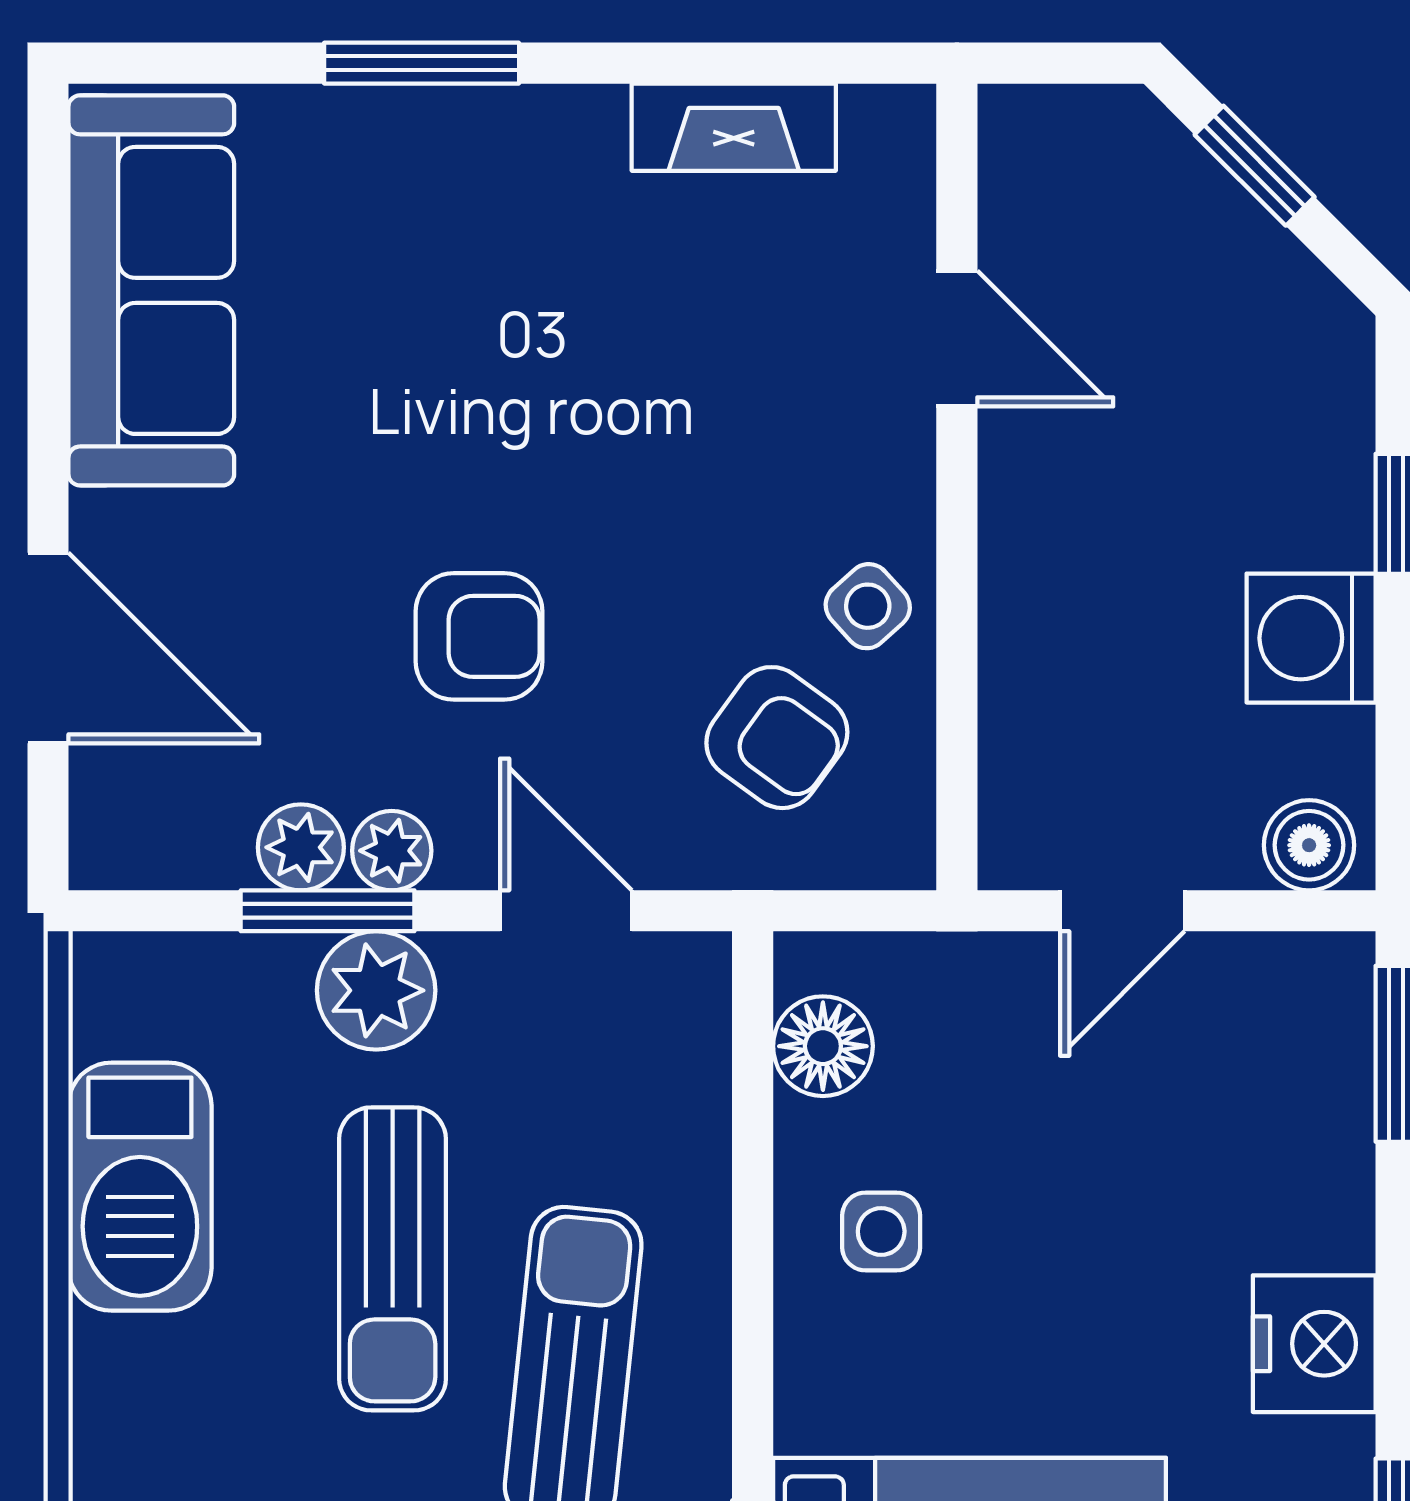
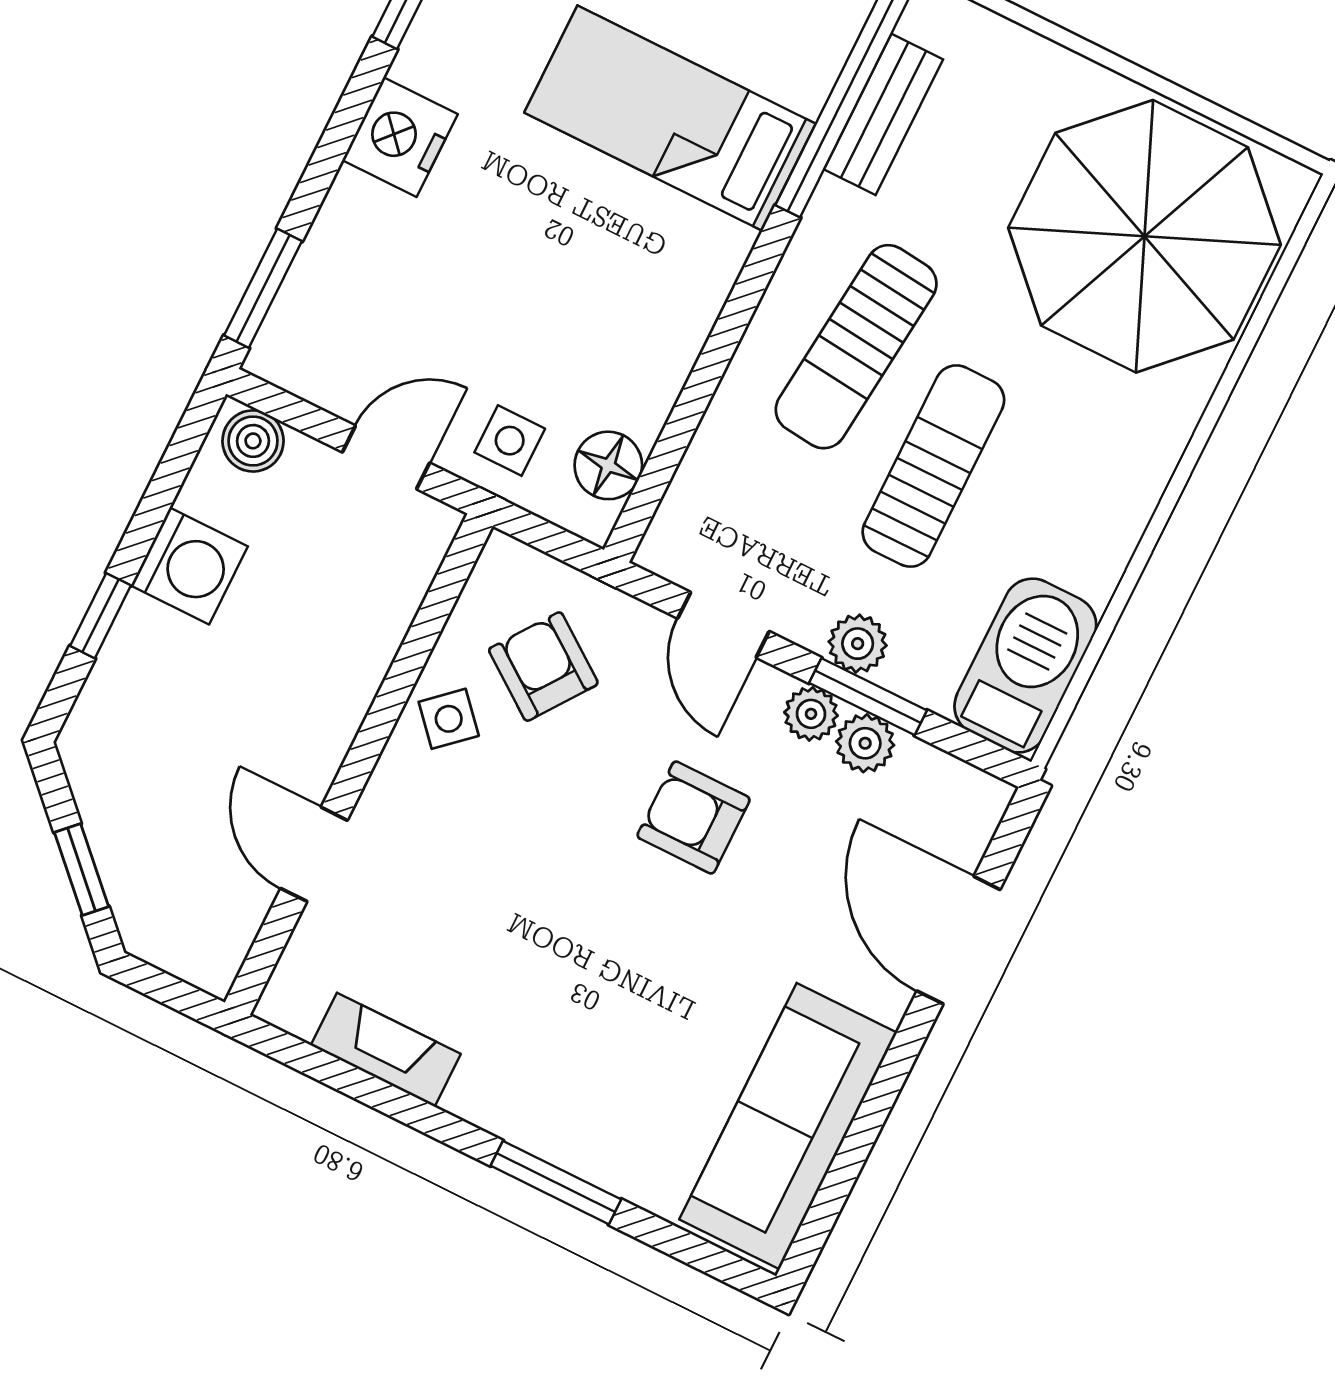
plant: (376, 990) -> (858, 644), width x0.73, depth x0.73
barbecue: (140, 1187) -> (1025, 666), moved
side table: (881, 1231) -> (510, 441), moved

